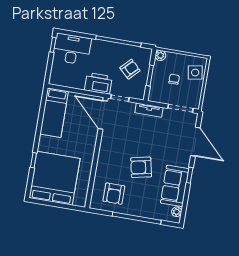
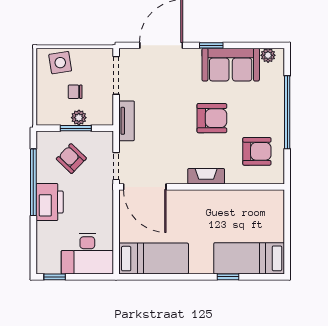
desk: (72, 49) -> (87, 254), moved, turned -90
plant: (160, 55) -> (79, 118), moved
printer: (98, 83) -> (50, 202), moved, turned 180
door: (103, 115) -> (145, 187), hinge flipped
fireplace: (103, 157) -> (206, 176), added
armchair: (141, 167) -> (212, 118), turned -78
bed: (54, 178) -> (249, 258), width x0.49

